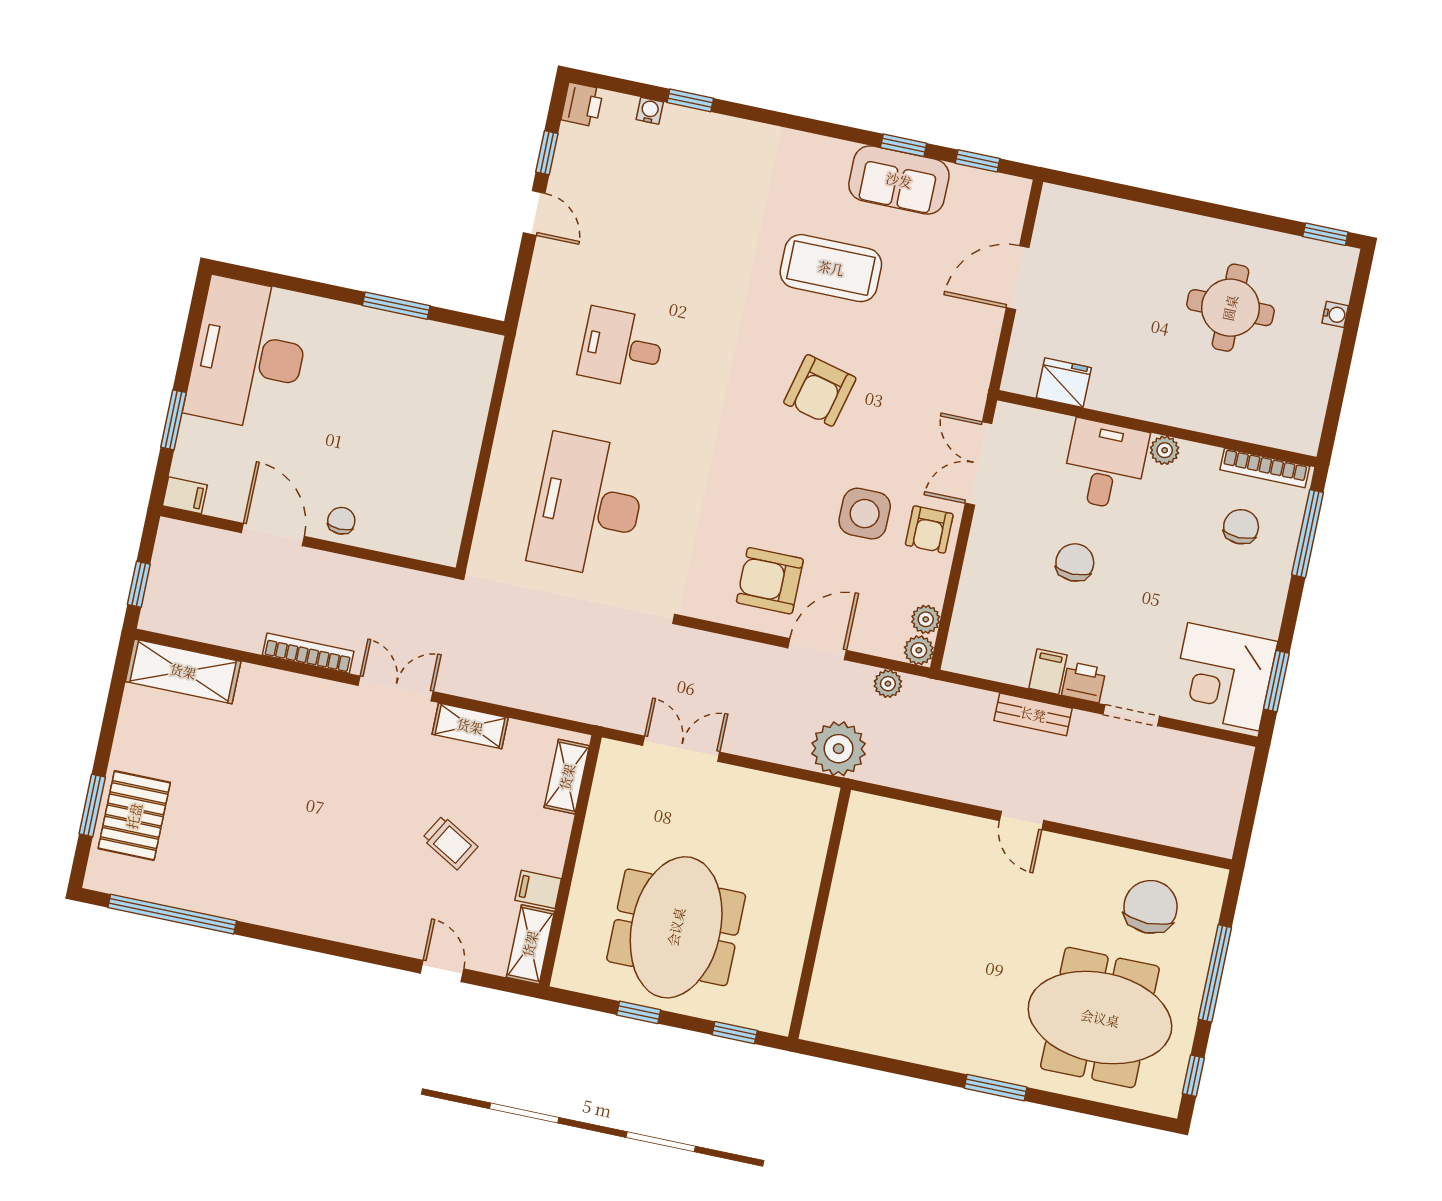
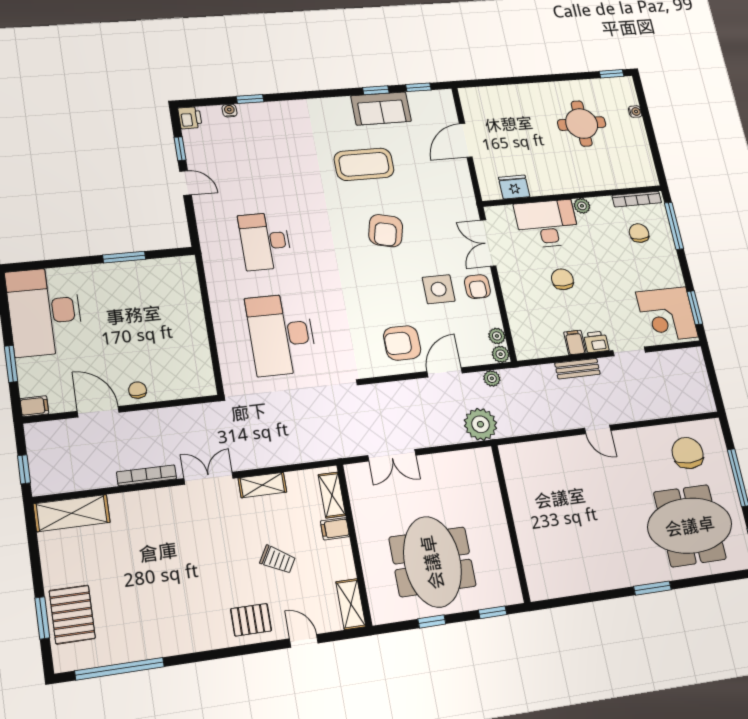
desk: (622, 348) -> (265, 241), width x1.37
desk: (1105, 465) -> (547, 224), width x1.37
double door: (681, 749) -> (392, 455), swing flipped
filing cabinet: (538, 889) -> (335, 529), moved
pallet: (379, 914) -> (251, 620), added

